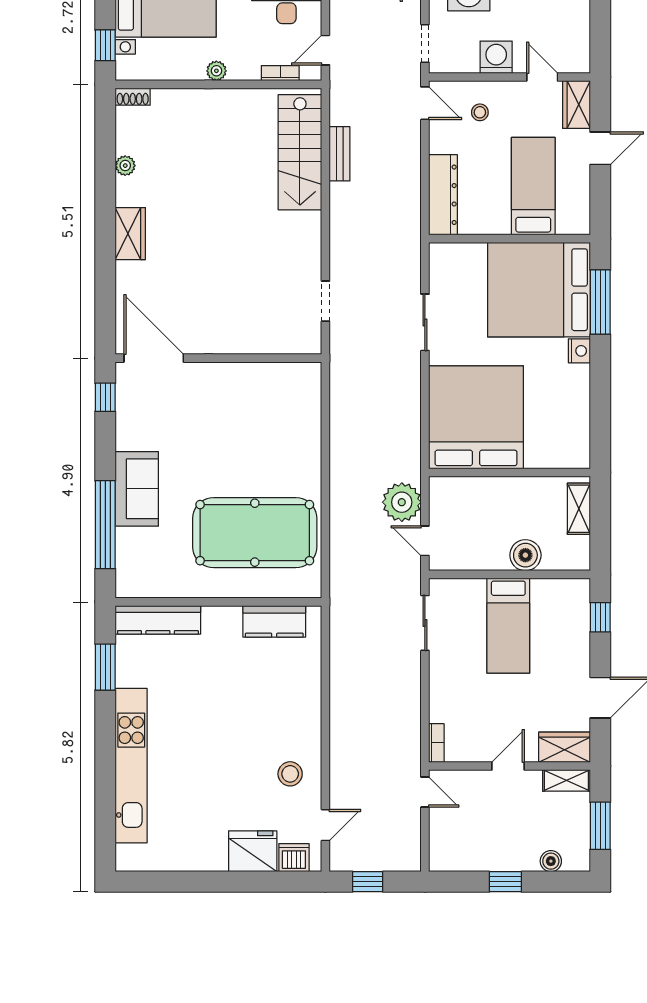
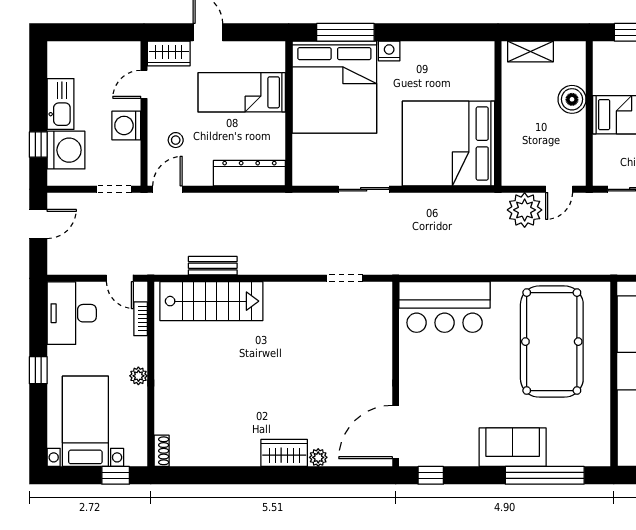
plant: (125, 166) -> (318, 457), moved
bar counter: (293, 413) -> (445, 307), added

